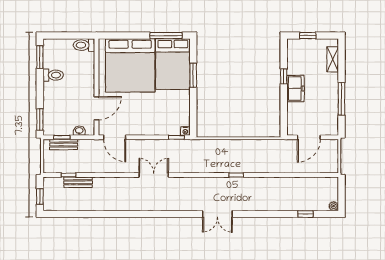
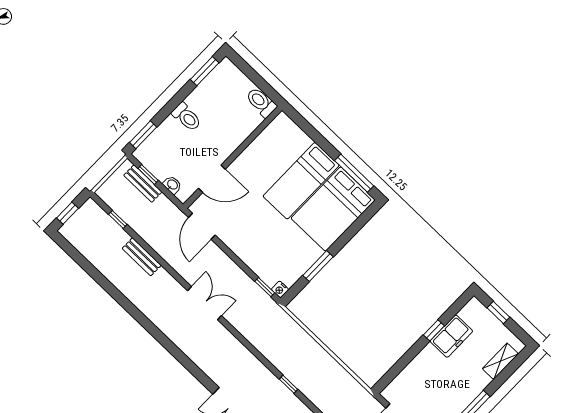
bed: (130, 65) -> (301, 181), width x0.49
toilet: (53, 75) -> (187, 117), moved
window: (193, 75) -> (318, 266), moved
freezer: (295, 89) -> (451, 336), moved
bench: (78, 182) -> (142, 257), moved

